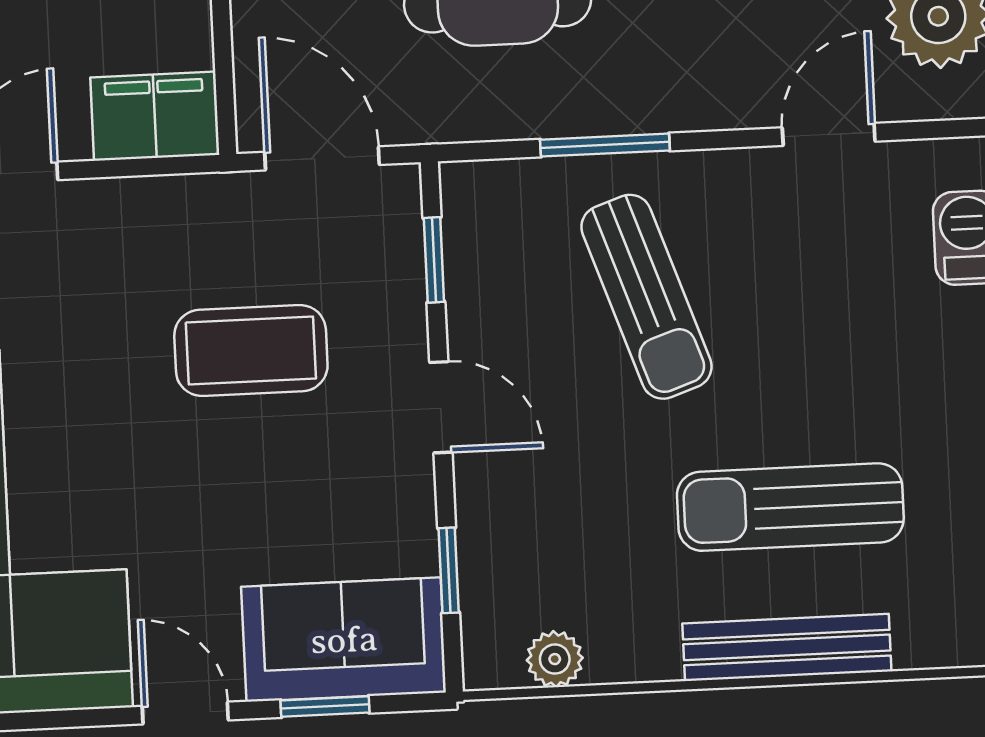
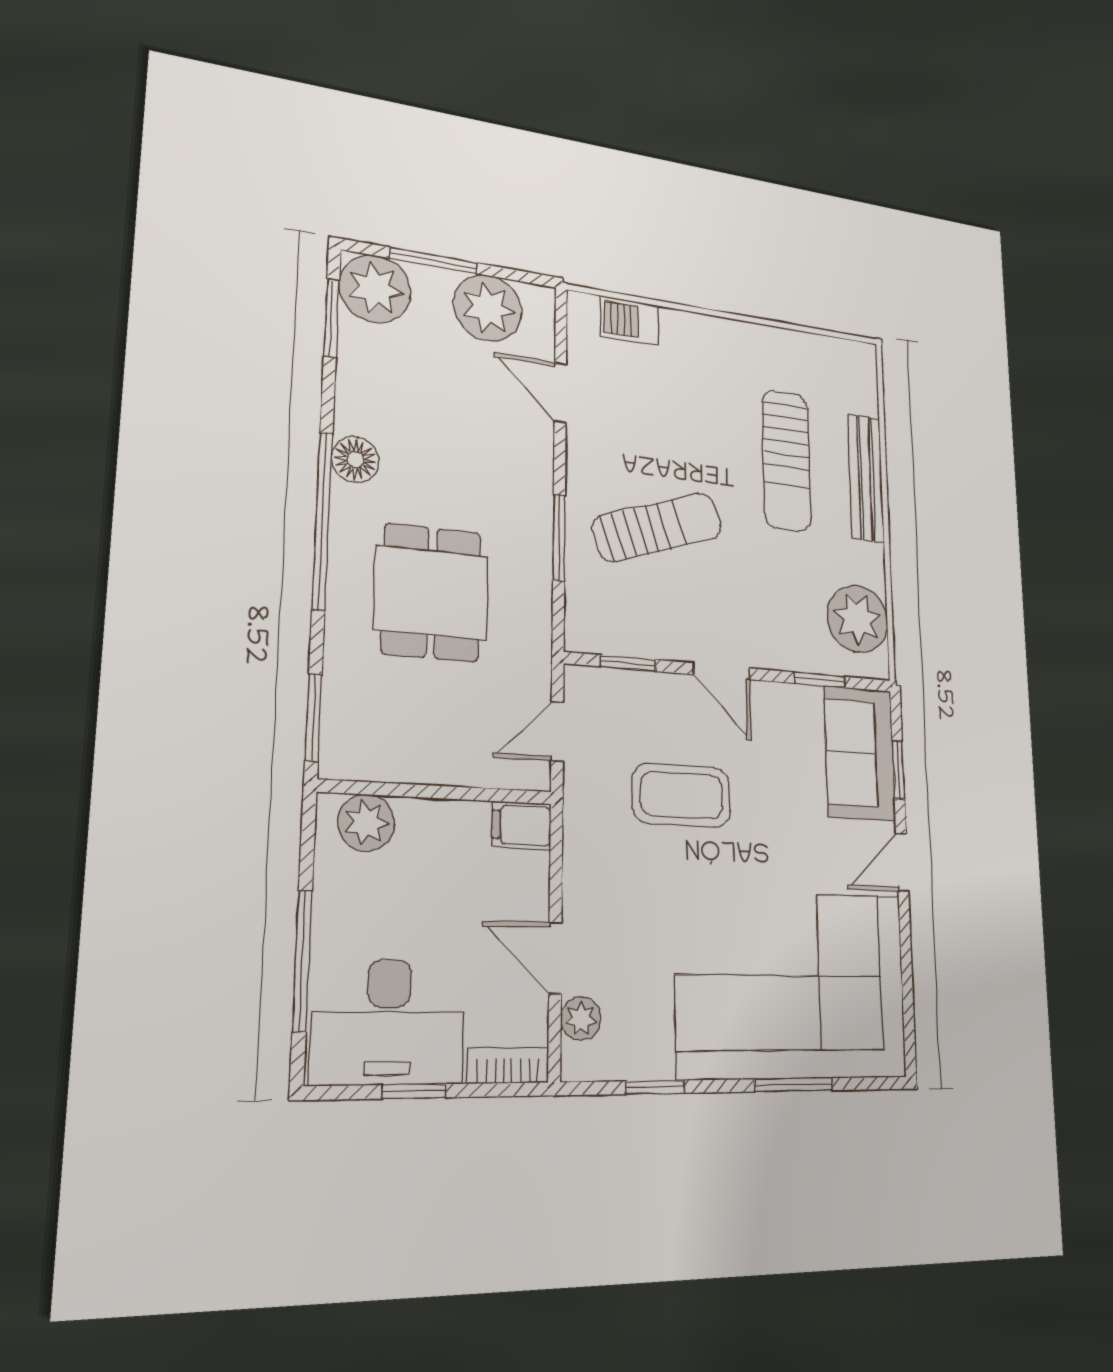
filing cabinet: (155, 116) -> (522, 825), width x0.50
door: (322, 158) -> (557, 731), width x0.73
coffee table: (251, 351) -> (682, 795), turned 90
door: (441, 407) -> (722, 671), swing flipped
plant: (555, 659) -> (858, 619), width x1.87, depth x1.87

